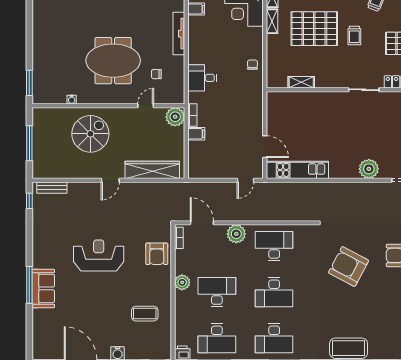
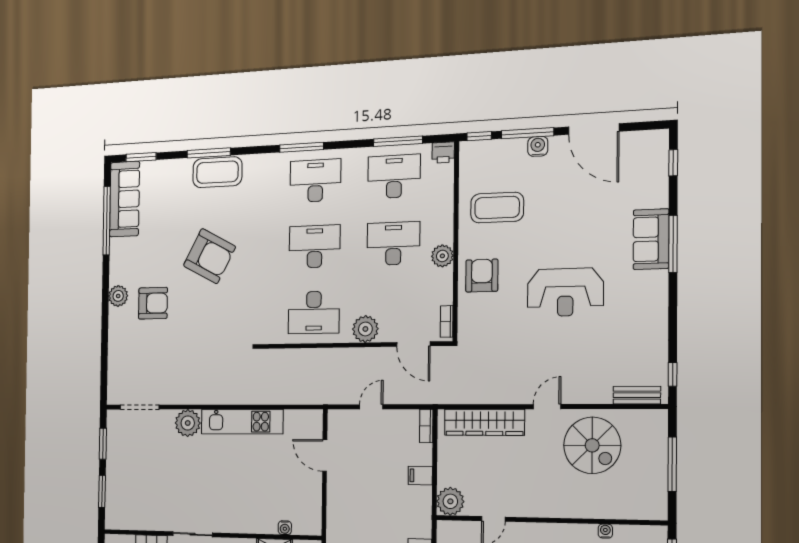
water cooler: (294, 96) -> (285, 528), added
bookcase: (192, 115) -> (426, 426), moved
spiral stairs: (90, 134) -> (592, 445), moved, turned -90
kitchen unit: (297, 170) -> (242, 422), moved
door: (245, 180) -> (371, 407), moved
armchair: (157, 254) -> (482, 276), moved
armchair: (348, 267) -> (209, 256), moved
desk: (217, 292) -> (393, 243), turned 180
coffee table: (145, 314) -> (497, 208), width x1.36, depth x1.32
window: (29, 337) -> (673, 163), added

